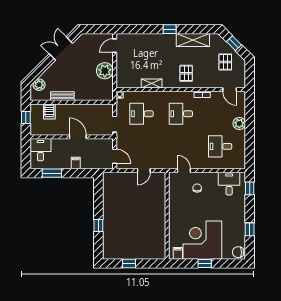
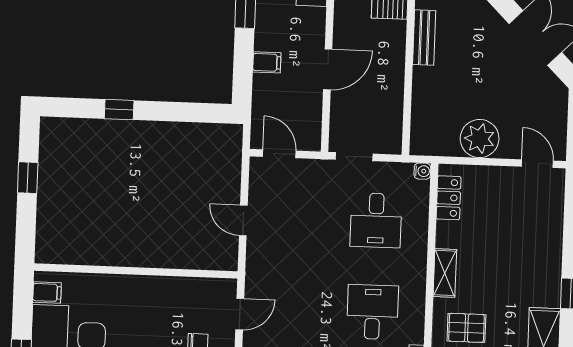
locker: (131, 83) -> (449, 198), added
shelving: (152, 83) -> (445, 273), moved
desk: (142, 114) -> (376, 220), turned 180
door: (115, 156) -> (279, 154), swing flipped

